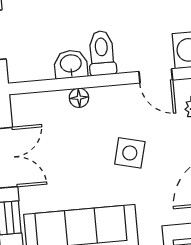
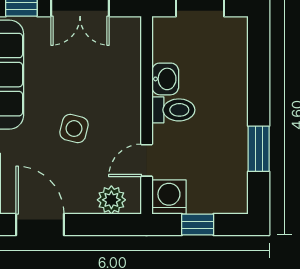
floor lamp: (79, 98) -> (132, 84), removed

